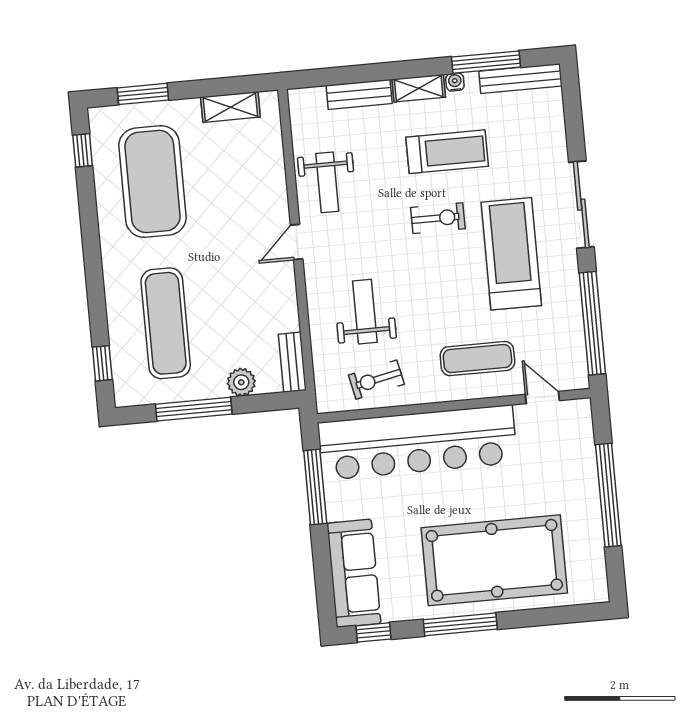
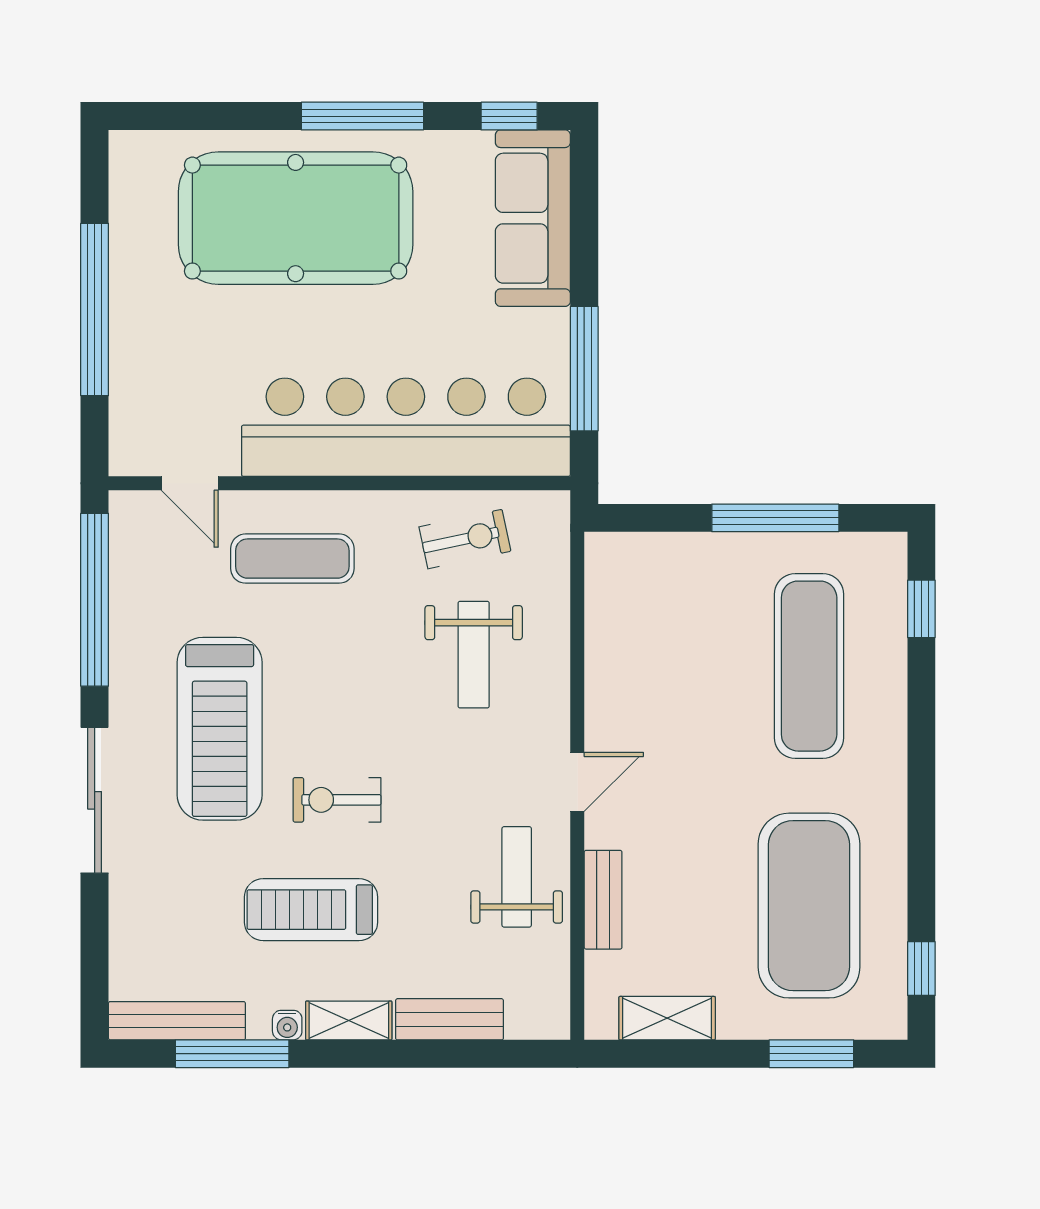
bench: (292, 362) -> (603, 900), moved
plant: (241, 382) -> (692, 556), removed

